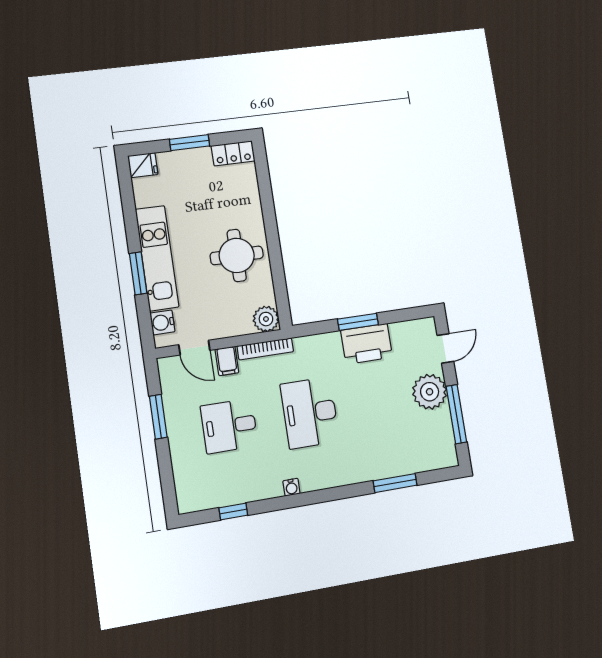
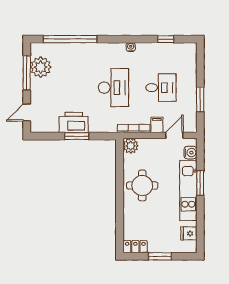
fridge: (143, 165) -> (189, 233), moved
door: (194, 348) -> (174, 135), hinge flipped
plant: (430, 392) -> (41, 67), moved
window: (395, 483) -> (70, 39), width x2.11

